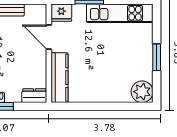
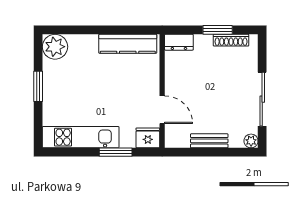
kitchen counter: (60, 78) -> (128, 44), moved, turned -90

